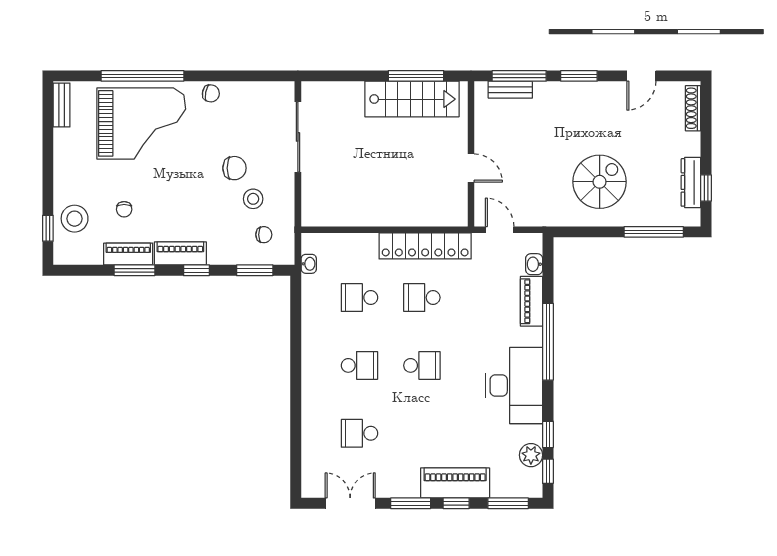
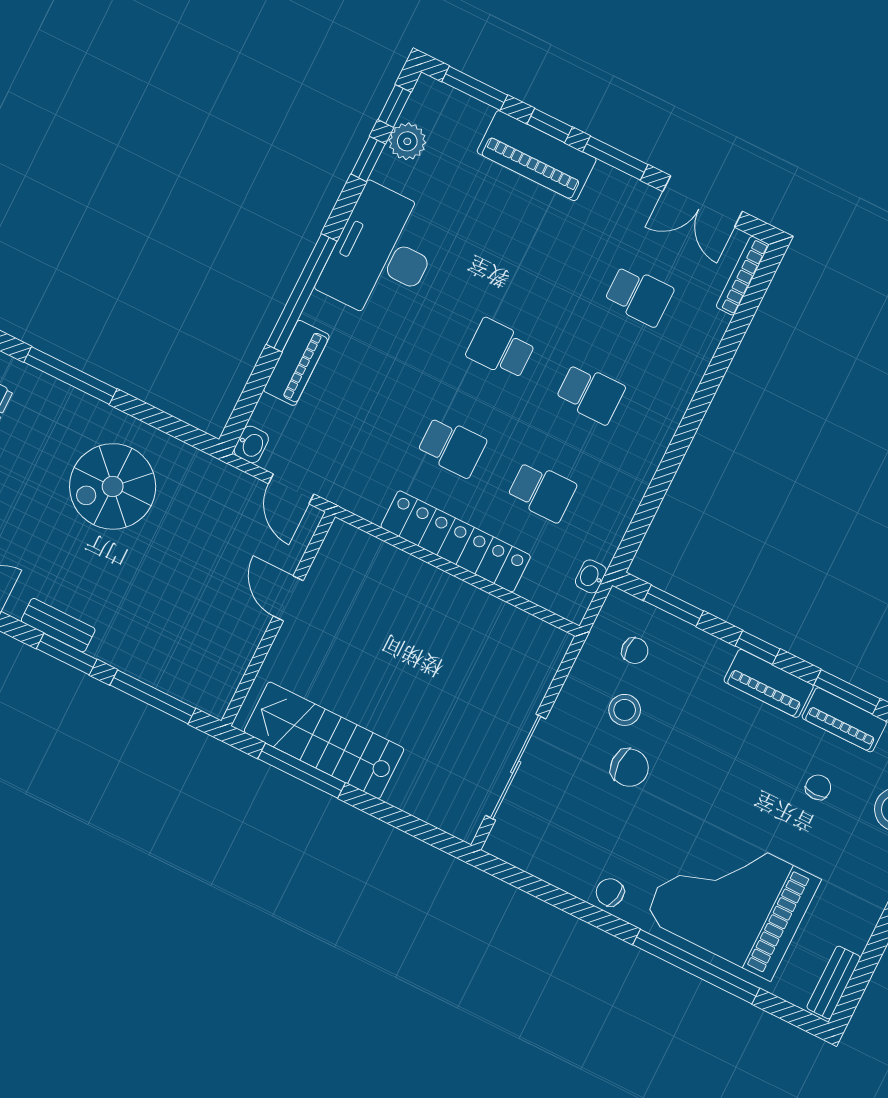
bench: (510, 90) -> (58, 625), moved
chair: (234, 168) -> (629, 768), turned 180
chair: (264, 235) -> (635, 651), turned 180
locker: (425, 246) -> (456, 541), moved
washbasin: (534, 264) -> (251, 444), moved
school desk: (359, 365) -> (590, 394), turned 180
bookcase: (308, 473) -> (742, 276), added

